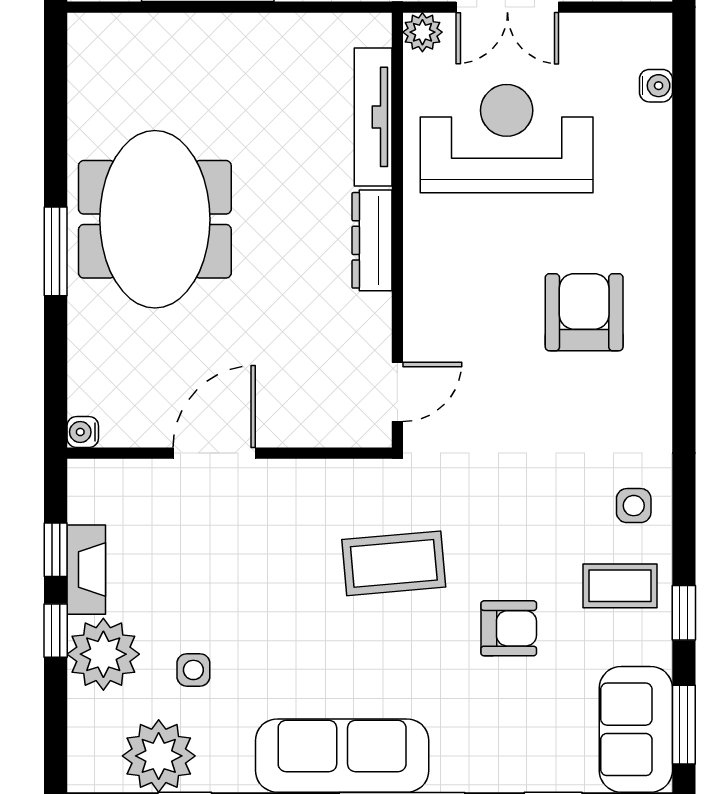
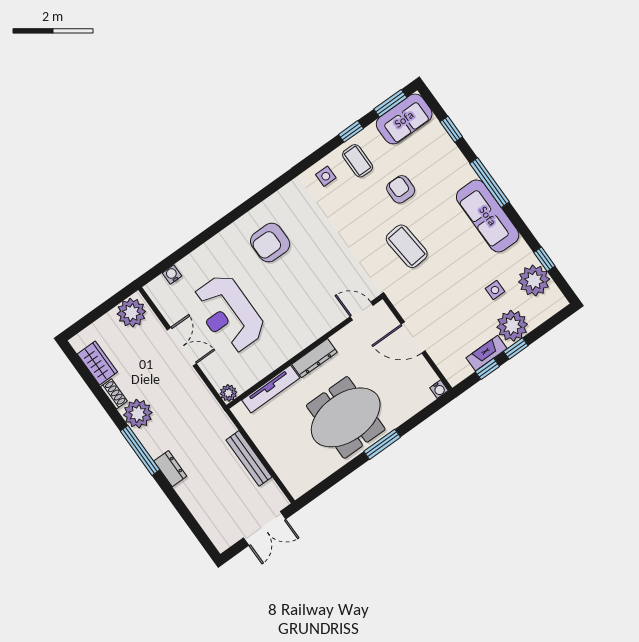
plant: (422, 32) -> (228, 393), moved
tv unit: (373, 117) -> (271, 389), moved
wall: (397, 230) -> (305, 352), moved
dresser: (372, 240) -> (315, 358), moved
door: (397, 392) -> (362, 311), moved

